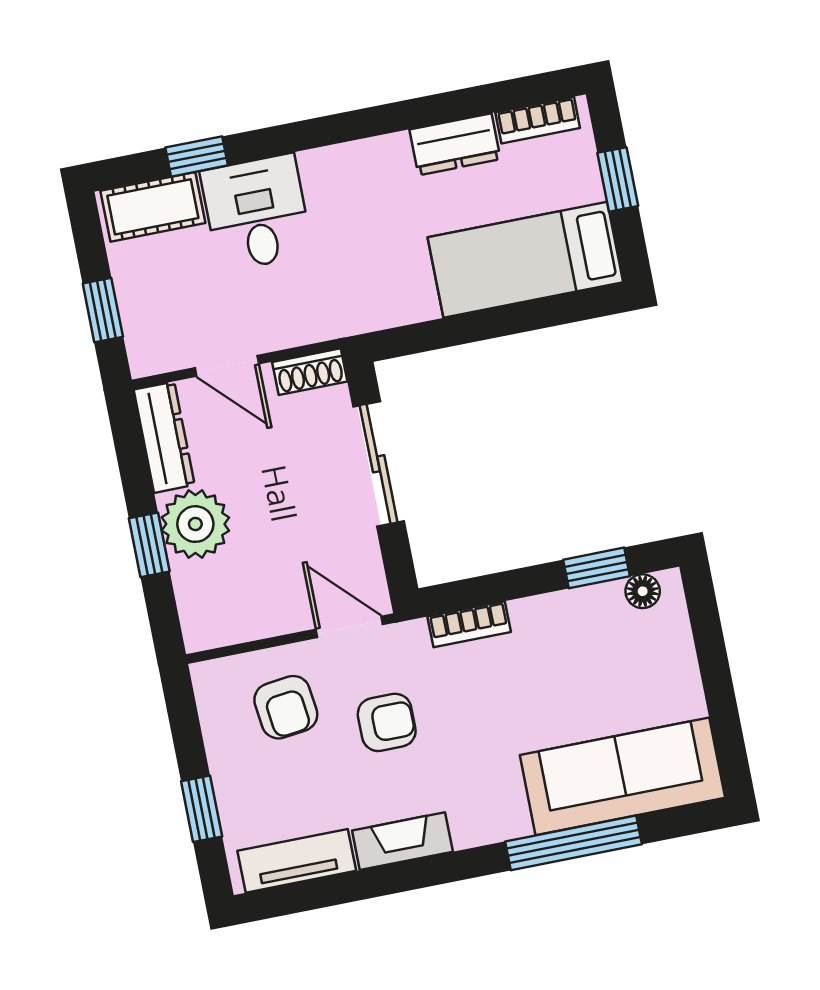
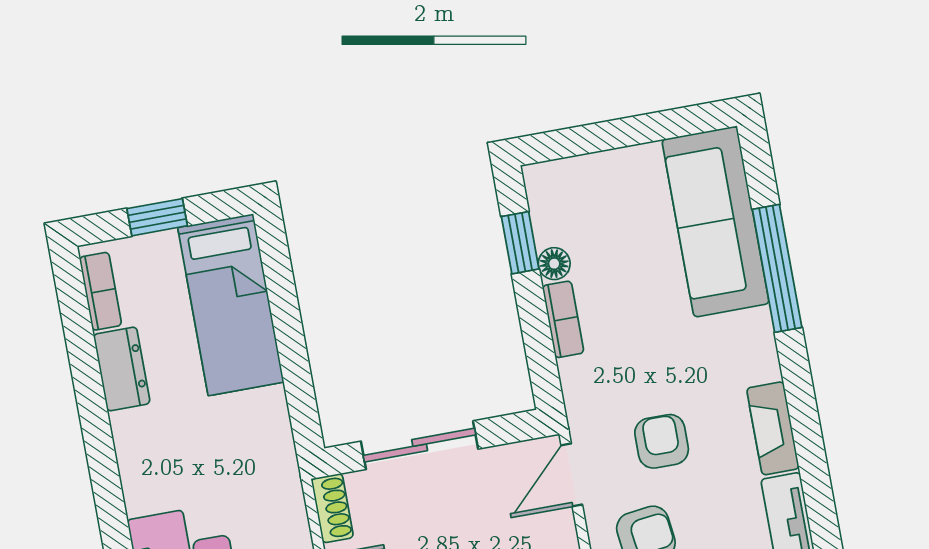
floor lamp: (643, 591) -> (554, 264), moved
bookcase: (469, 624) -> (563, 319), moved

